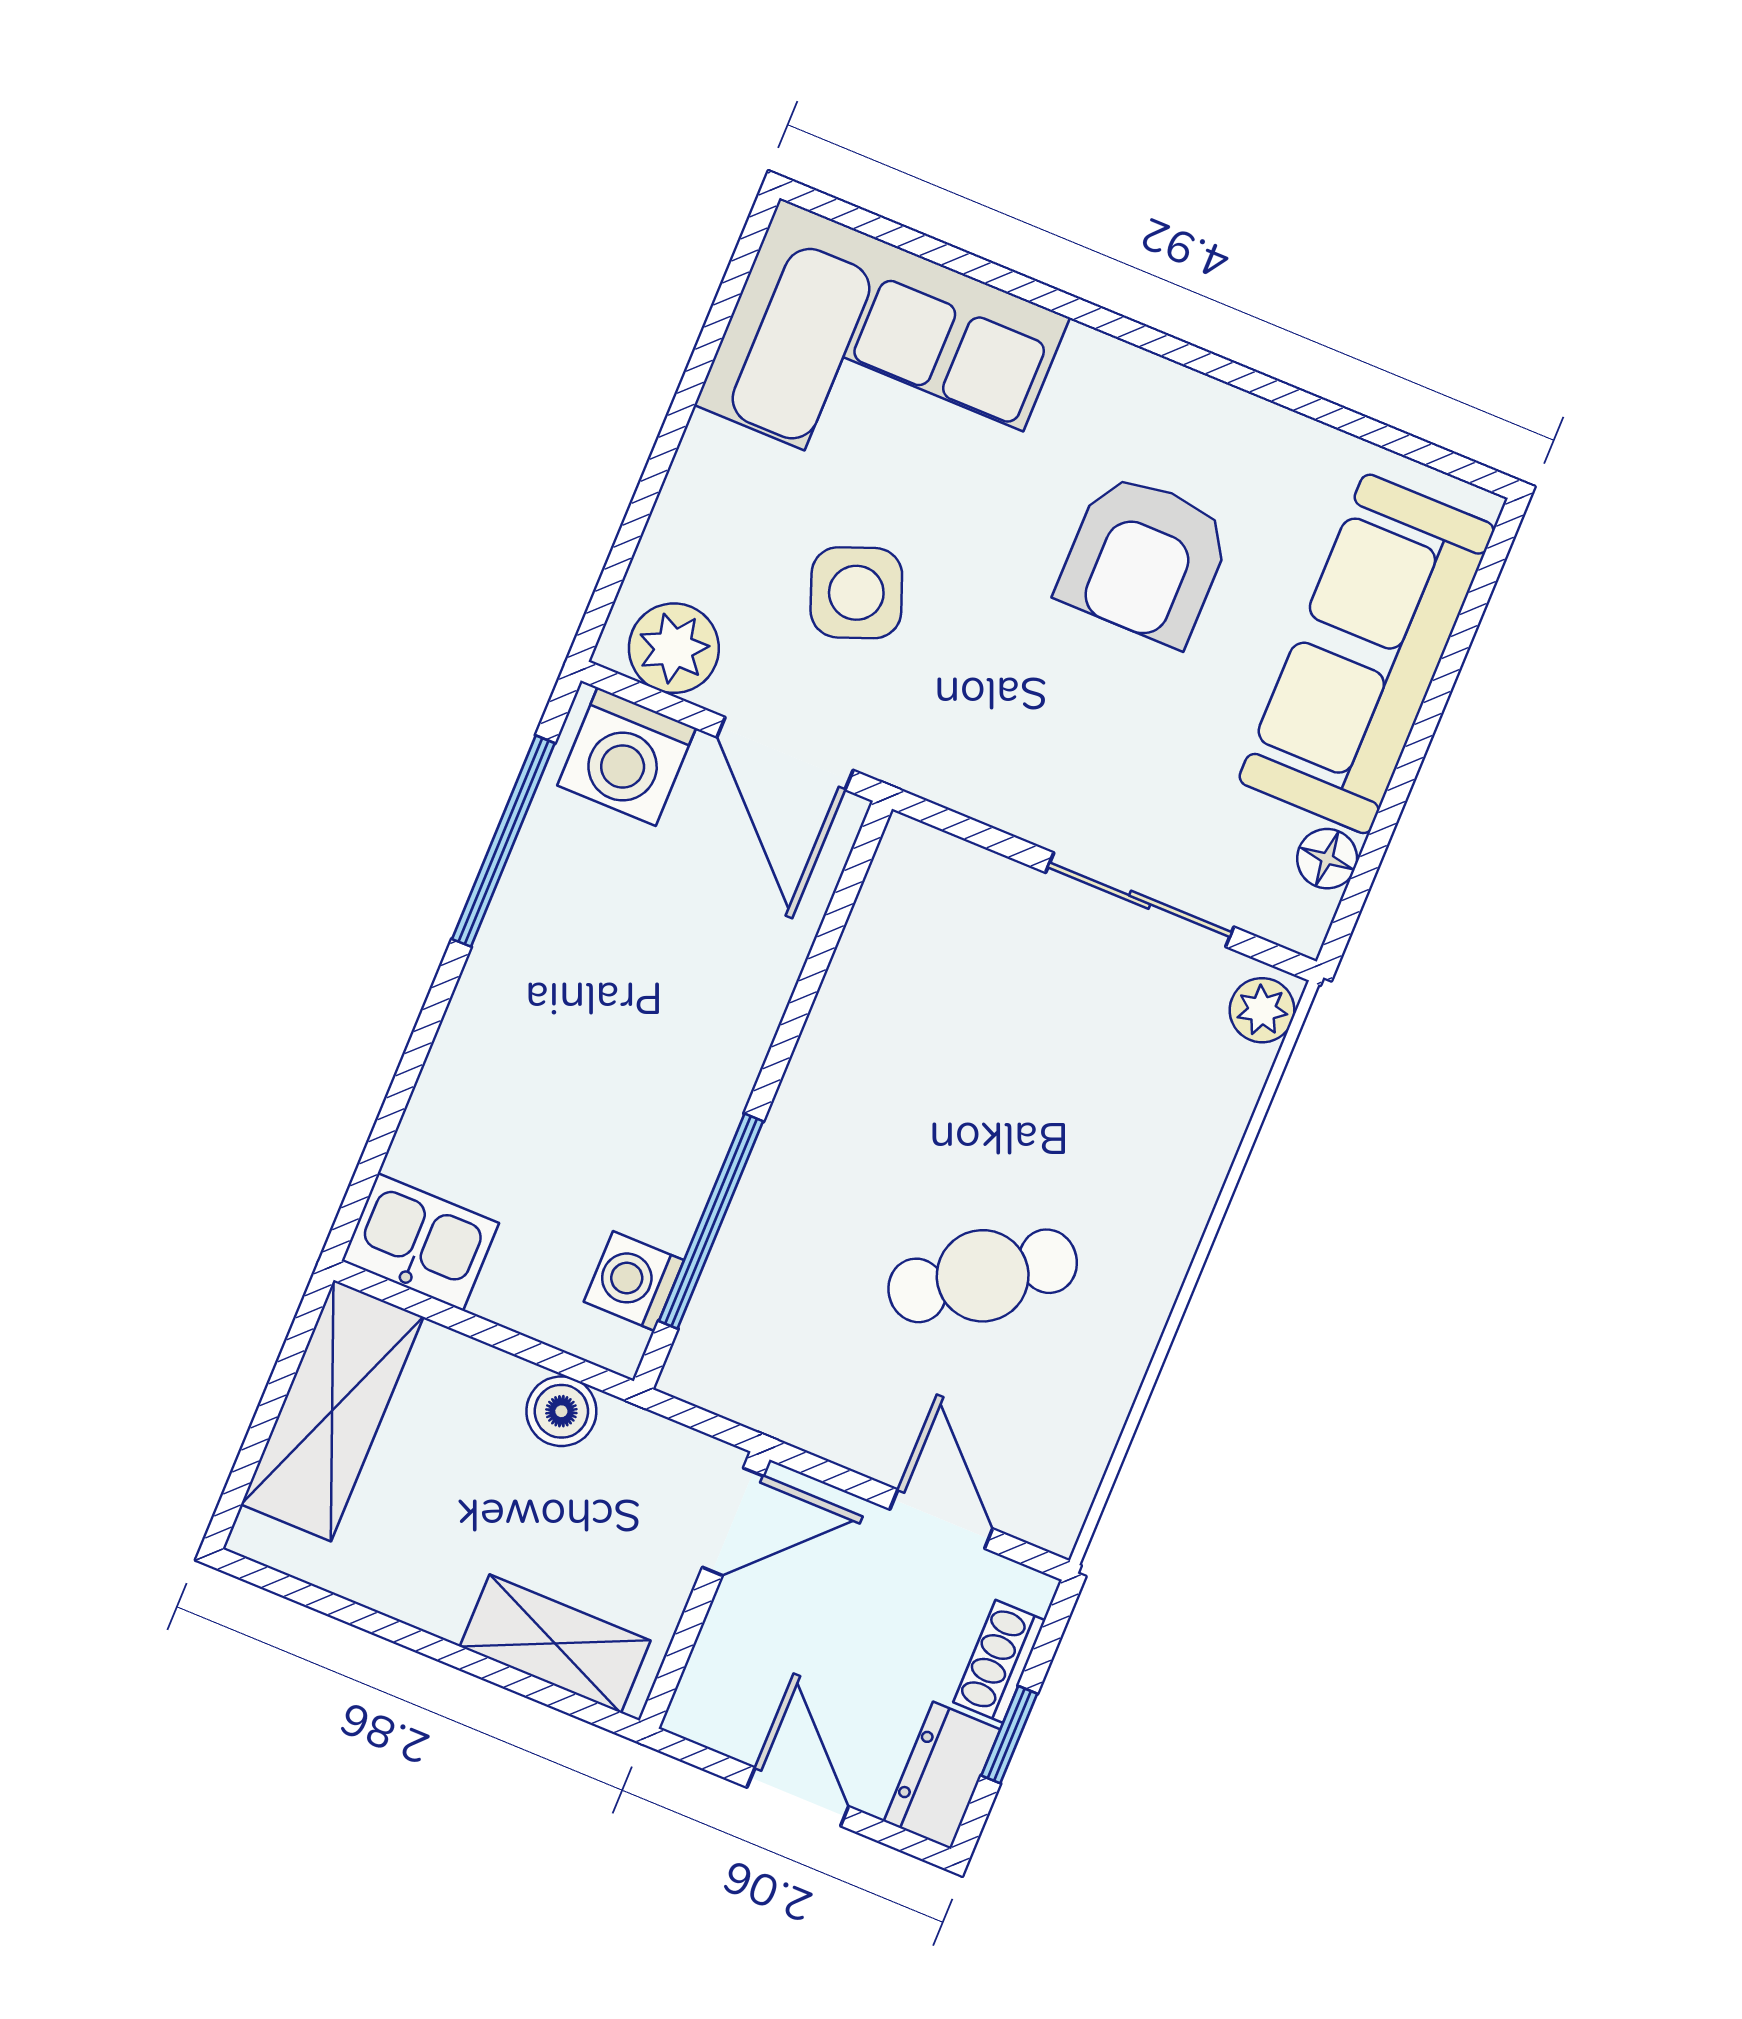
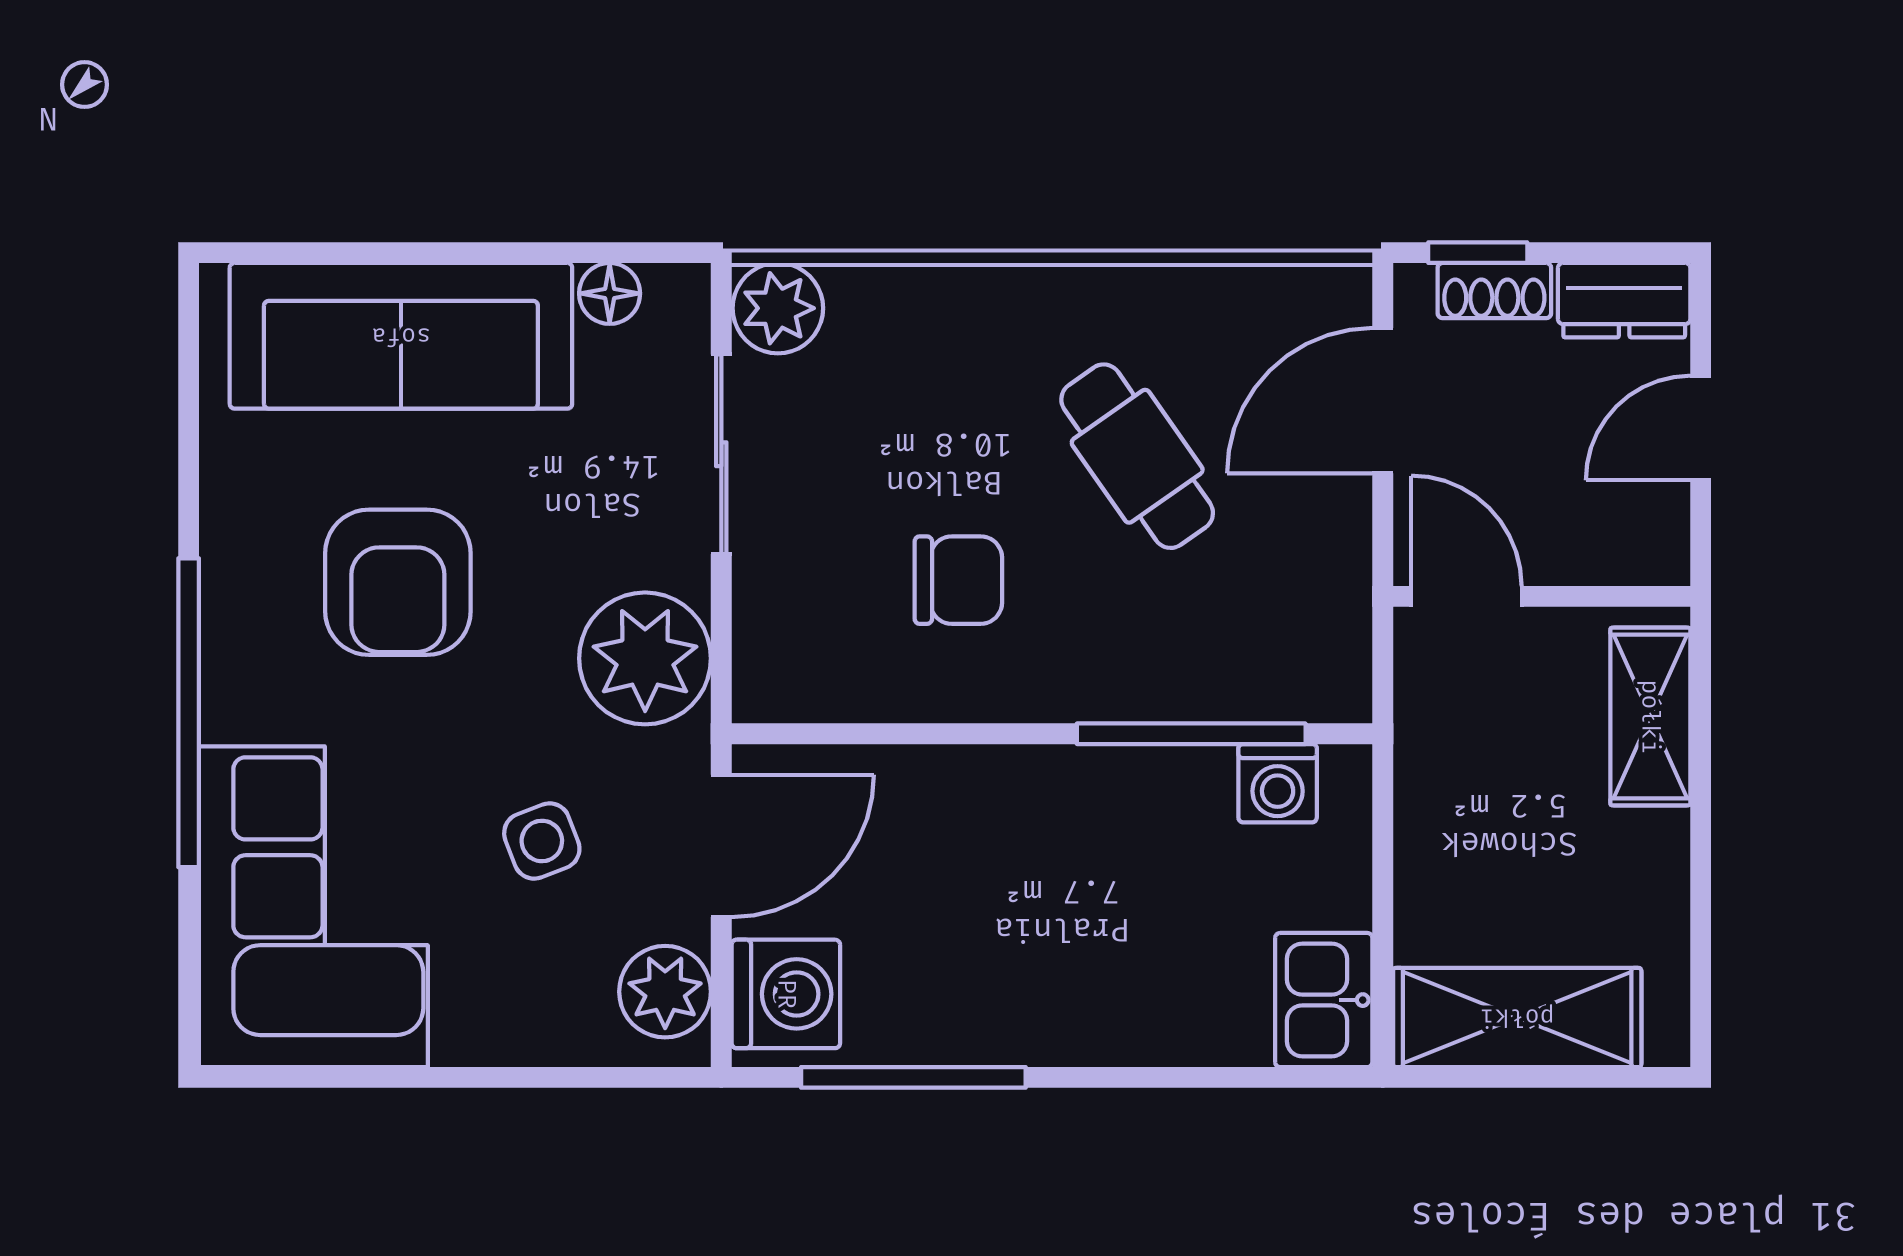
window: (1104, 321) -> (189, 713), added
armchair: (1145, 559) -> (398, 582), turned 90
side table: (856, 593) -> (542, 841), width x0.73, depth x0.73
plant: (983, 754) -> (645, 658), added
plant: (1262, 1010) -> (778, 308), width x1.38, depth x1.38
chair: (937, 1068) -> (958, 580), added
boiler: (561, 1411) -> (1429, 801), removed
door: (941, 1519) -> (1383, 401), width x1.38
window: (1009, 1735) -> (1478, 253), moved

